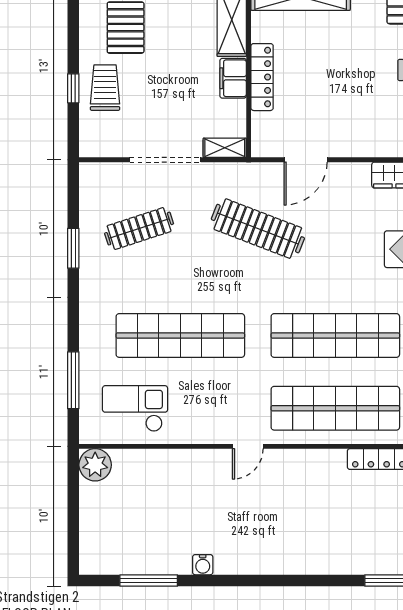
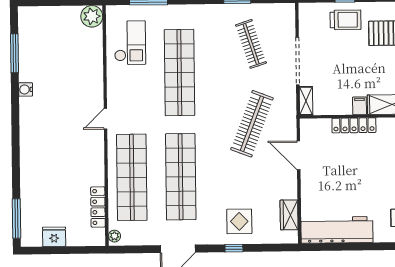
filing cabinet: (233, 78) -> (360, 106), width x0.50
door: (248, 446) -> (105, 119), hinge flipped

